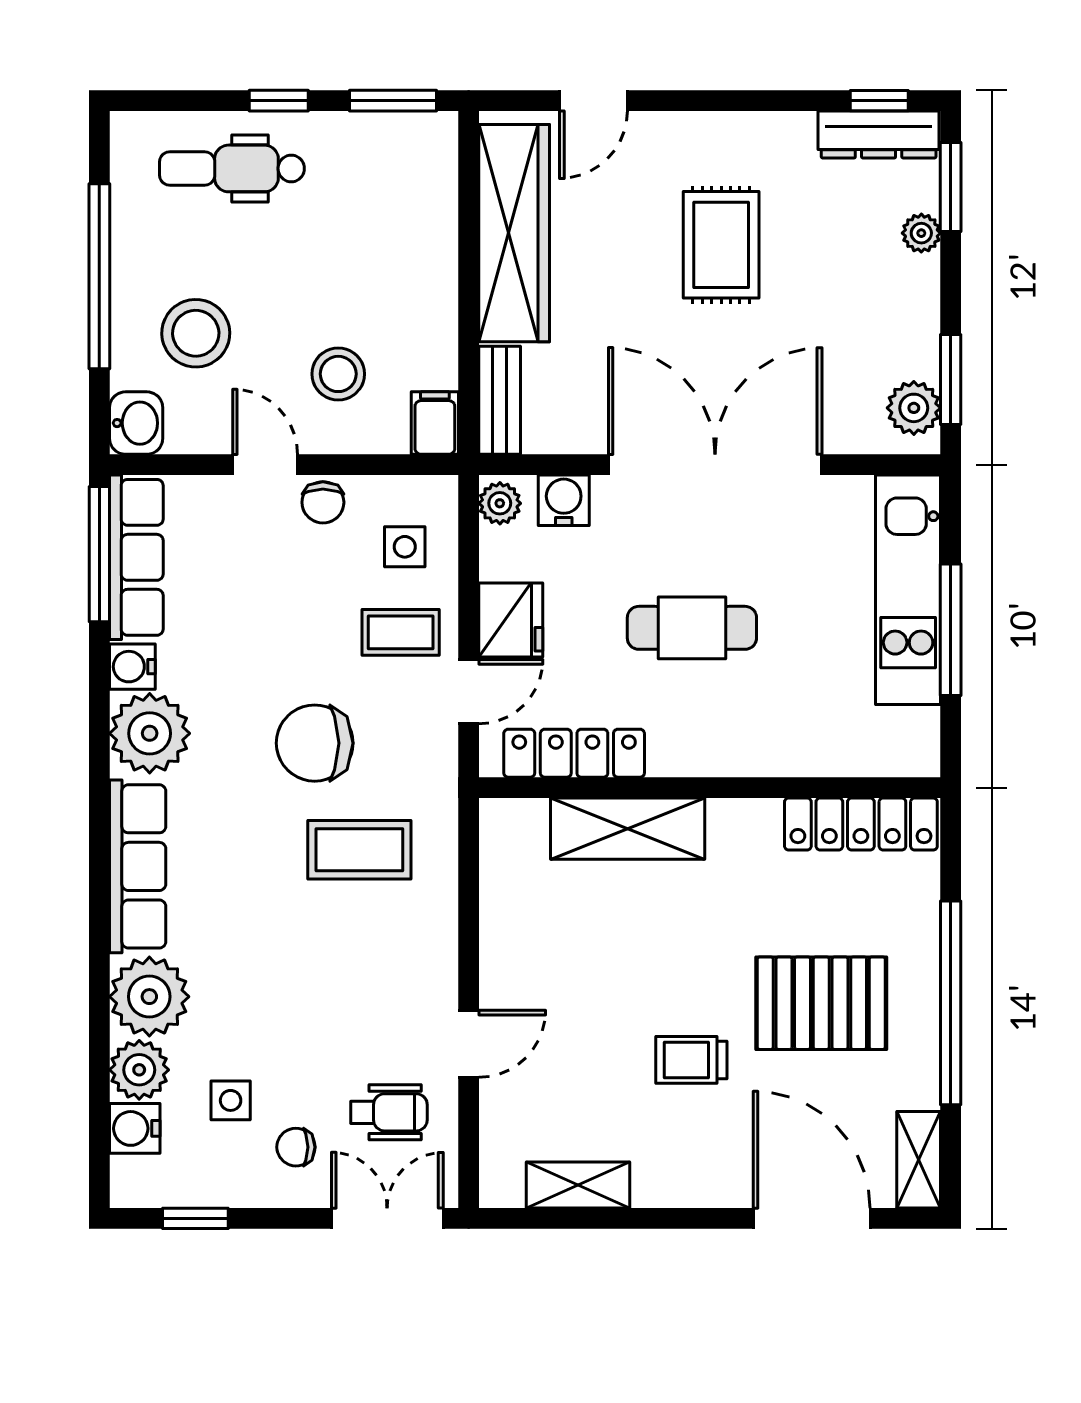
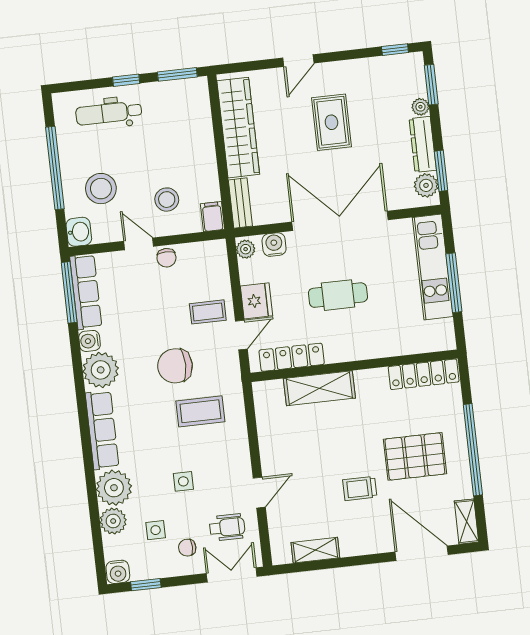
door: (593, 101) -> (298, 61), moved
dresser: (879, 134) -> (423, 144), moved, turned 90
side table: (405, 547) -> (183, 481), moved
water cooler: (135, 1128) -> (118, 572), moved, turned -90

